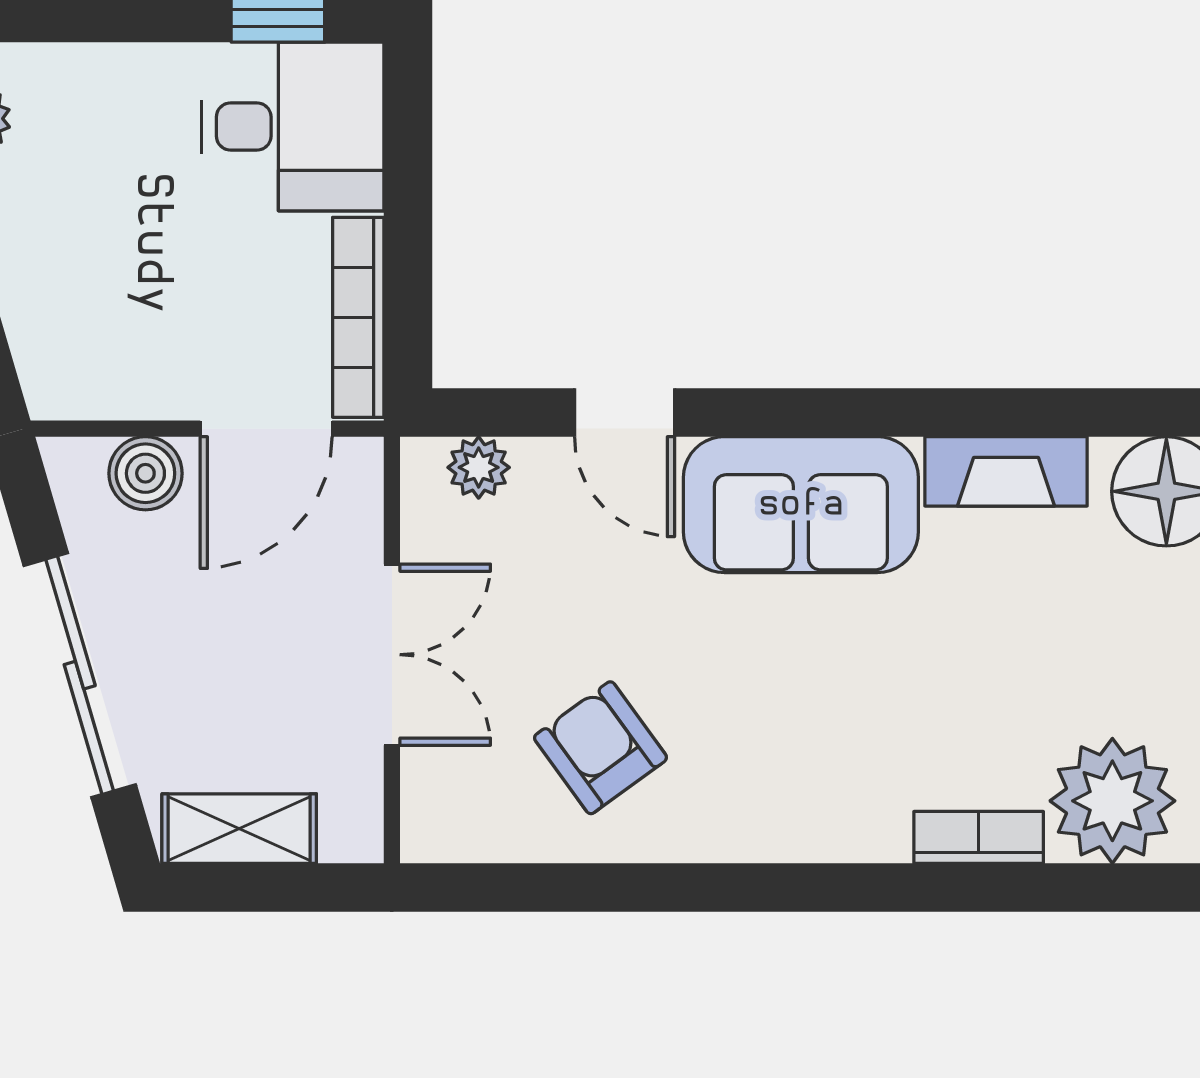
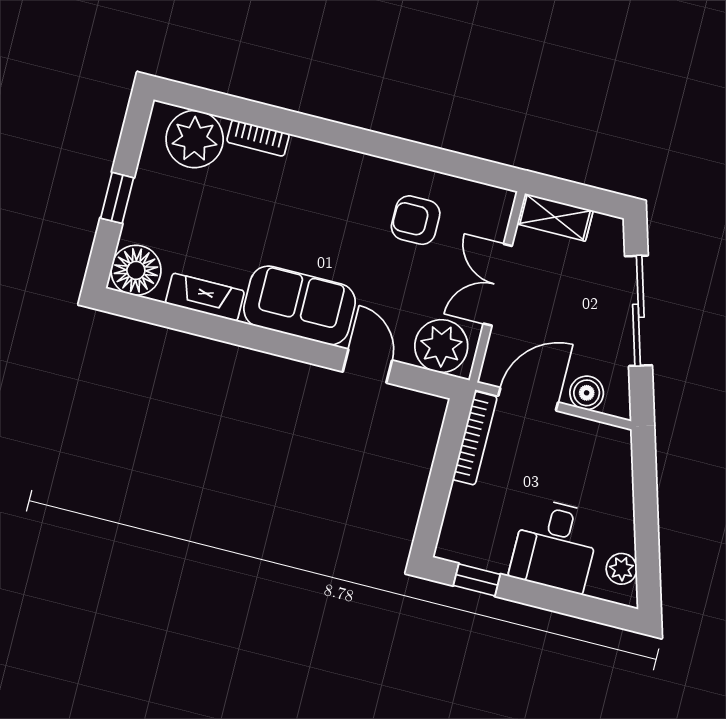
desk: (293, 127) -> (555, 545), moved, turned -90
plant: (479, 467) -> (441, 346), width x1.88, depth x1.88
armchair: (601, 748) -> (416, 220), turned 126
shelving: (239, 829) -> (555, 217), moved

